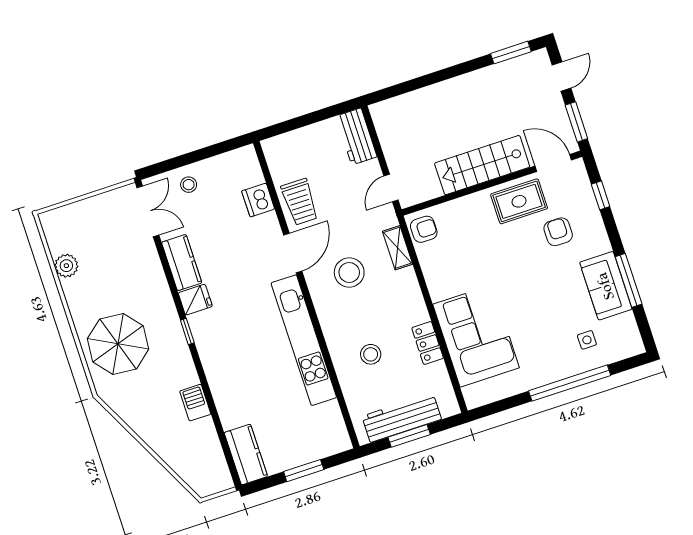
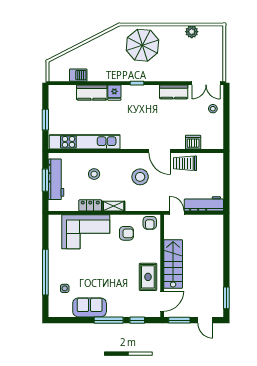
workbench: (356, 136) -> (204, 204), width x1.38
armchair: (558, 232) -> (126, 233), moved
shelving: (398, 248) -> (114, 206), moved
window: (629, 280) -> (109, 320), moved
fridge: (195, 300) -> (114, 93), moved
kitchen unit: (304, 340) -> (85, 142), moved
barbecue: (195, 403) -> (78, 75), moved
kitchen counter: (246, 455) -> (92, 92), moved

